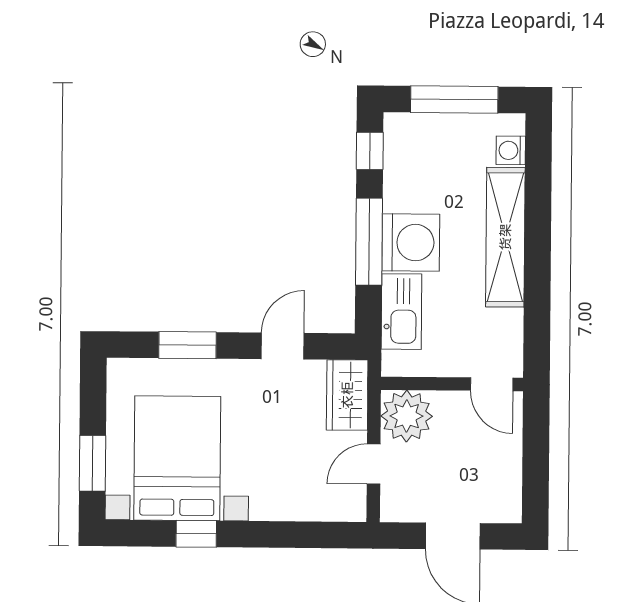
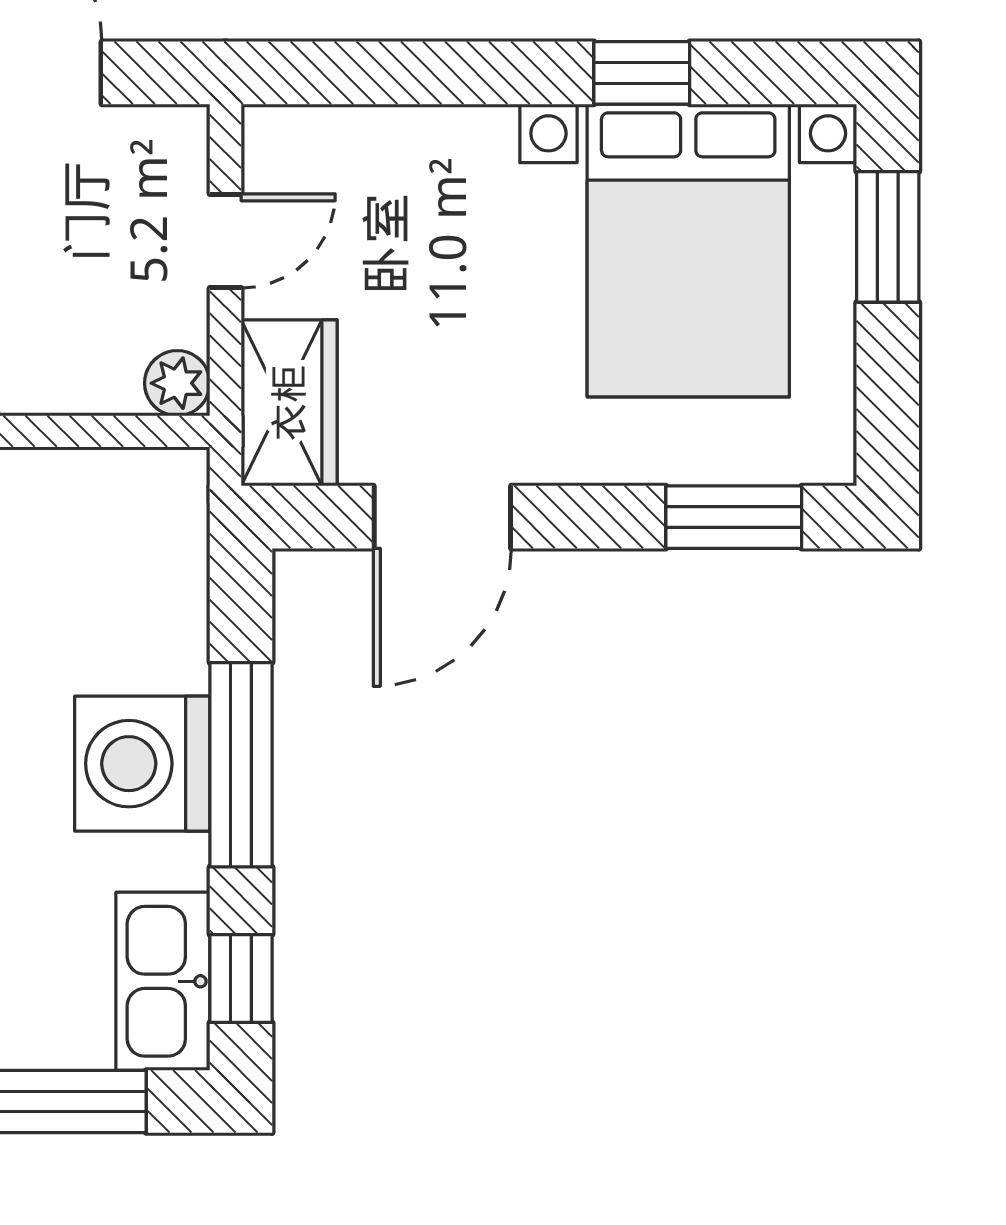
kitchen sink: (401, 312) -> (163, 981), moved
window: (187, 345) -> (734, 517), moved
door: (283, 346) -> (442, 517), width x1.38
plant: (407, 416) -> (177, 383), width x0.53, depth x0.53

